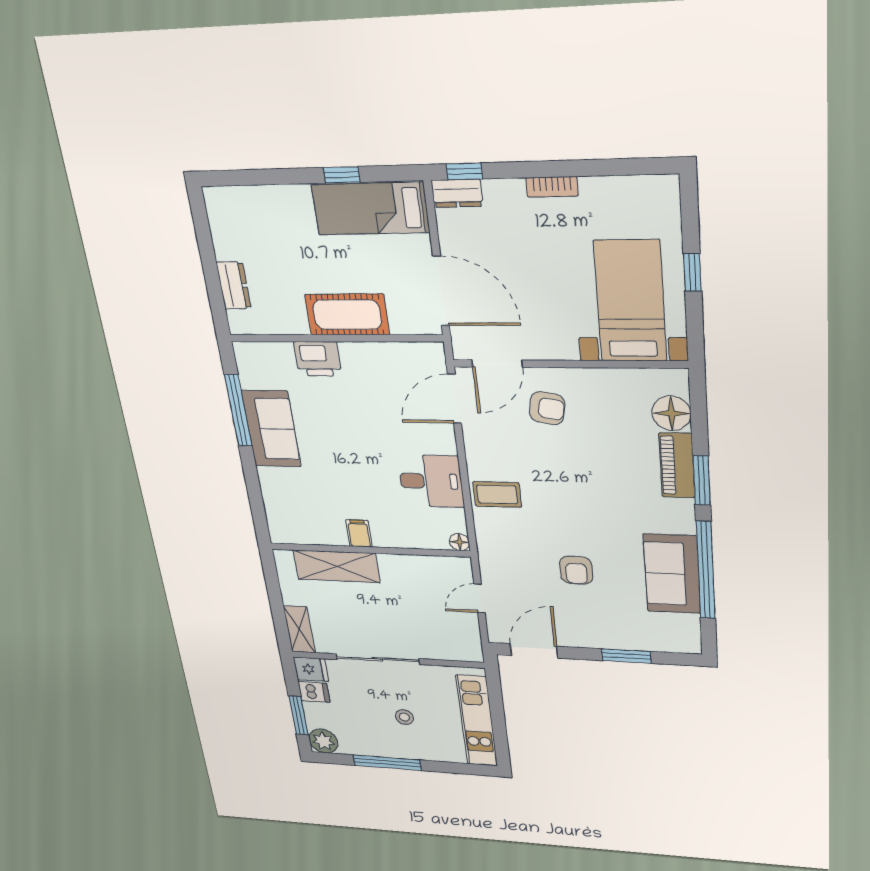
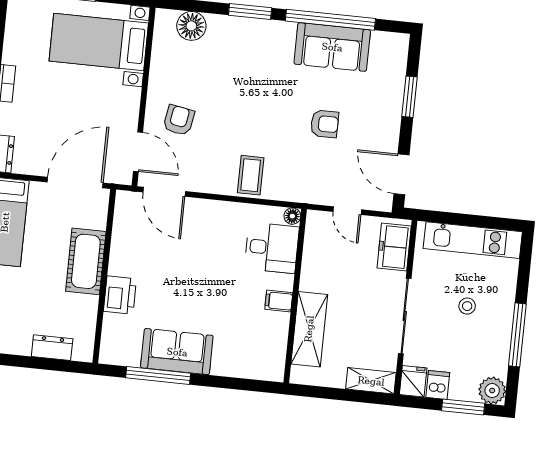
piano: (677, 465) -> (236, 28), removed
desk: (431, 481) -> (272, 248), moved, turned 90
freezer: (450, 647) -> (394, 247), added

